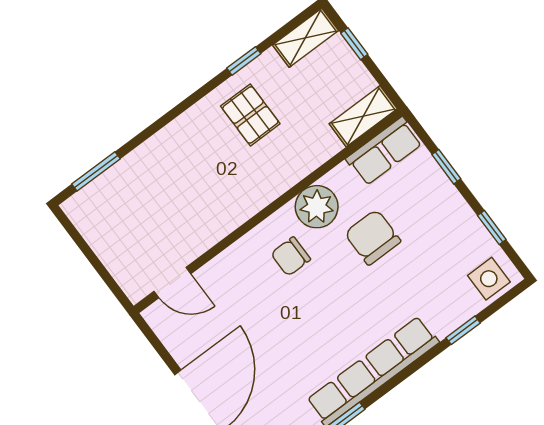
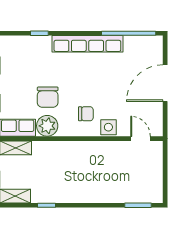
pallet: (250, 115) -> (60, 182), removed
plant: (317, 207) -> (47, 126), moved
side table: (489, 279) -> (108, 127), moved

